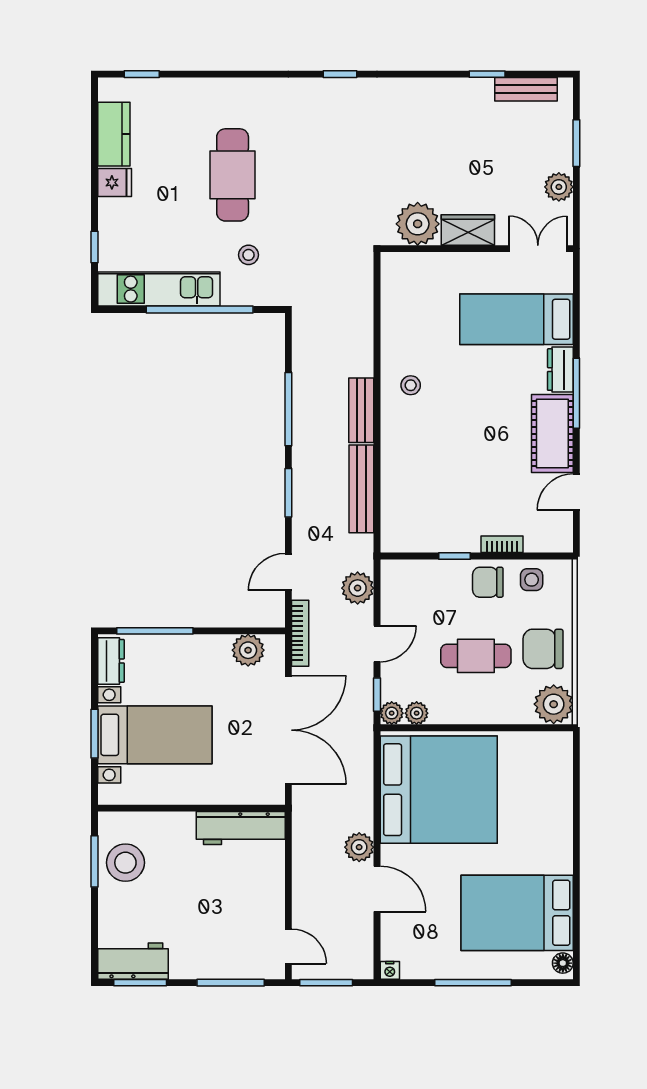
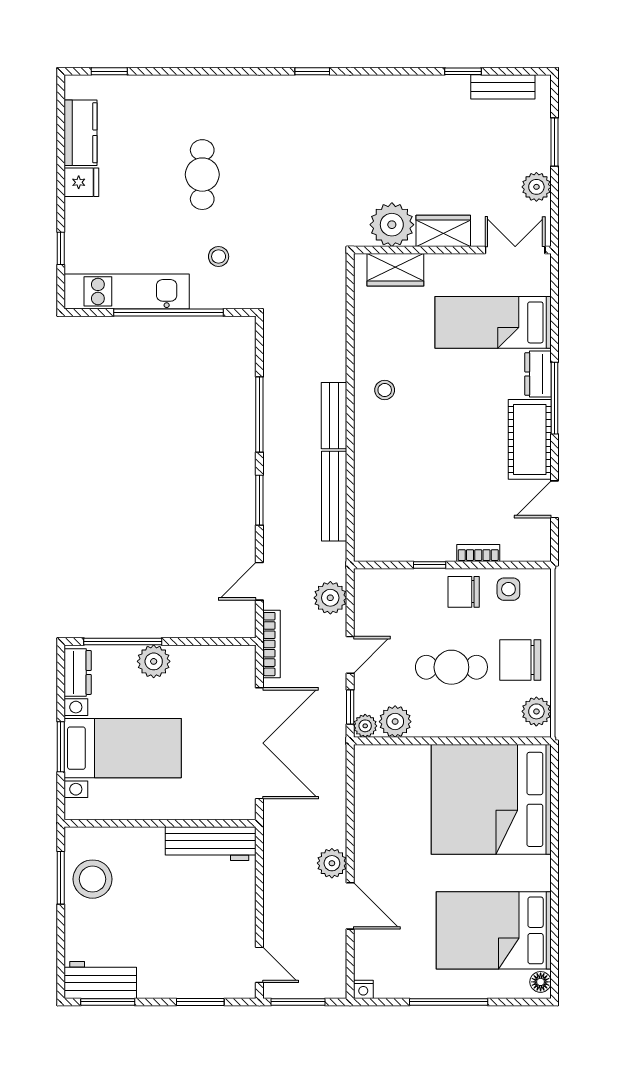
cafe table: (233, 175) -> (202, 175), width x0.73, depth x0.74
wardrobe: (421, 268) -> (395, 270), added
plant: (248, 650) -> (154, 661), moved
plant: (554, 704) -> (536, 711), width x0.73, depth x0.73
plant: (417, 713) -> (395, 722), width x1.38, depth x1.38
bed: (439, 790) -> (491, 799), moved, turned 180
window: (231, 983) -> (200, 1002), width x0.69

